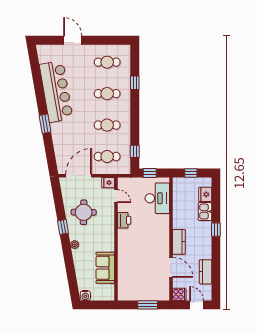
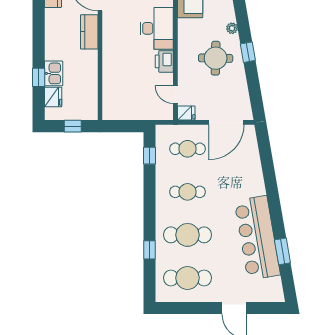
cafe table: (107, 62) -> (188, 278), width x1.37, depth x1.35
cafe table: (107, 94) -> (188, 235), width x1.37, depth x1.35
window: (45, 124) -> (282, 251), moved
window: (150, 173) -> (129, 126), removed
desk: (157, 198) -> (157, 28), moved, turned 180
round table: (84, 212) -> (216, 58), moved
window: (216, 230) -> (39, 77), moved

